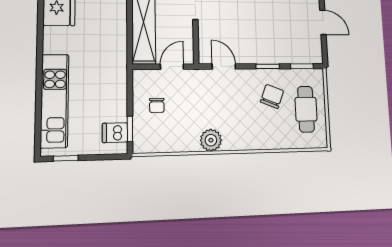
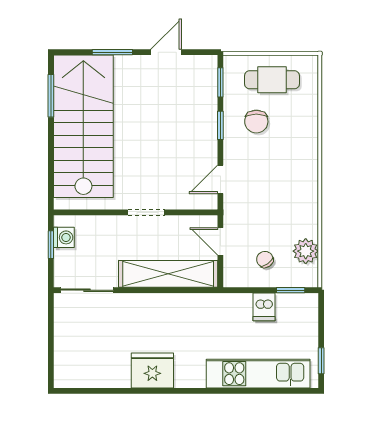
chair: (272, 96) -> (256, 122), turned -111
chair: (157, 105) -> (265, 259), turned -125
dishwasher: (115, 133) -> (264, 307), moved
plant: (211, 140) -> (306, 251), moved

